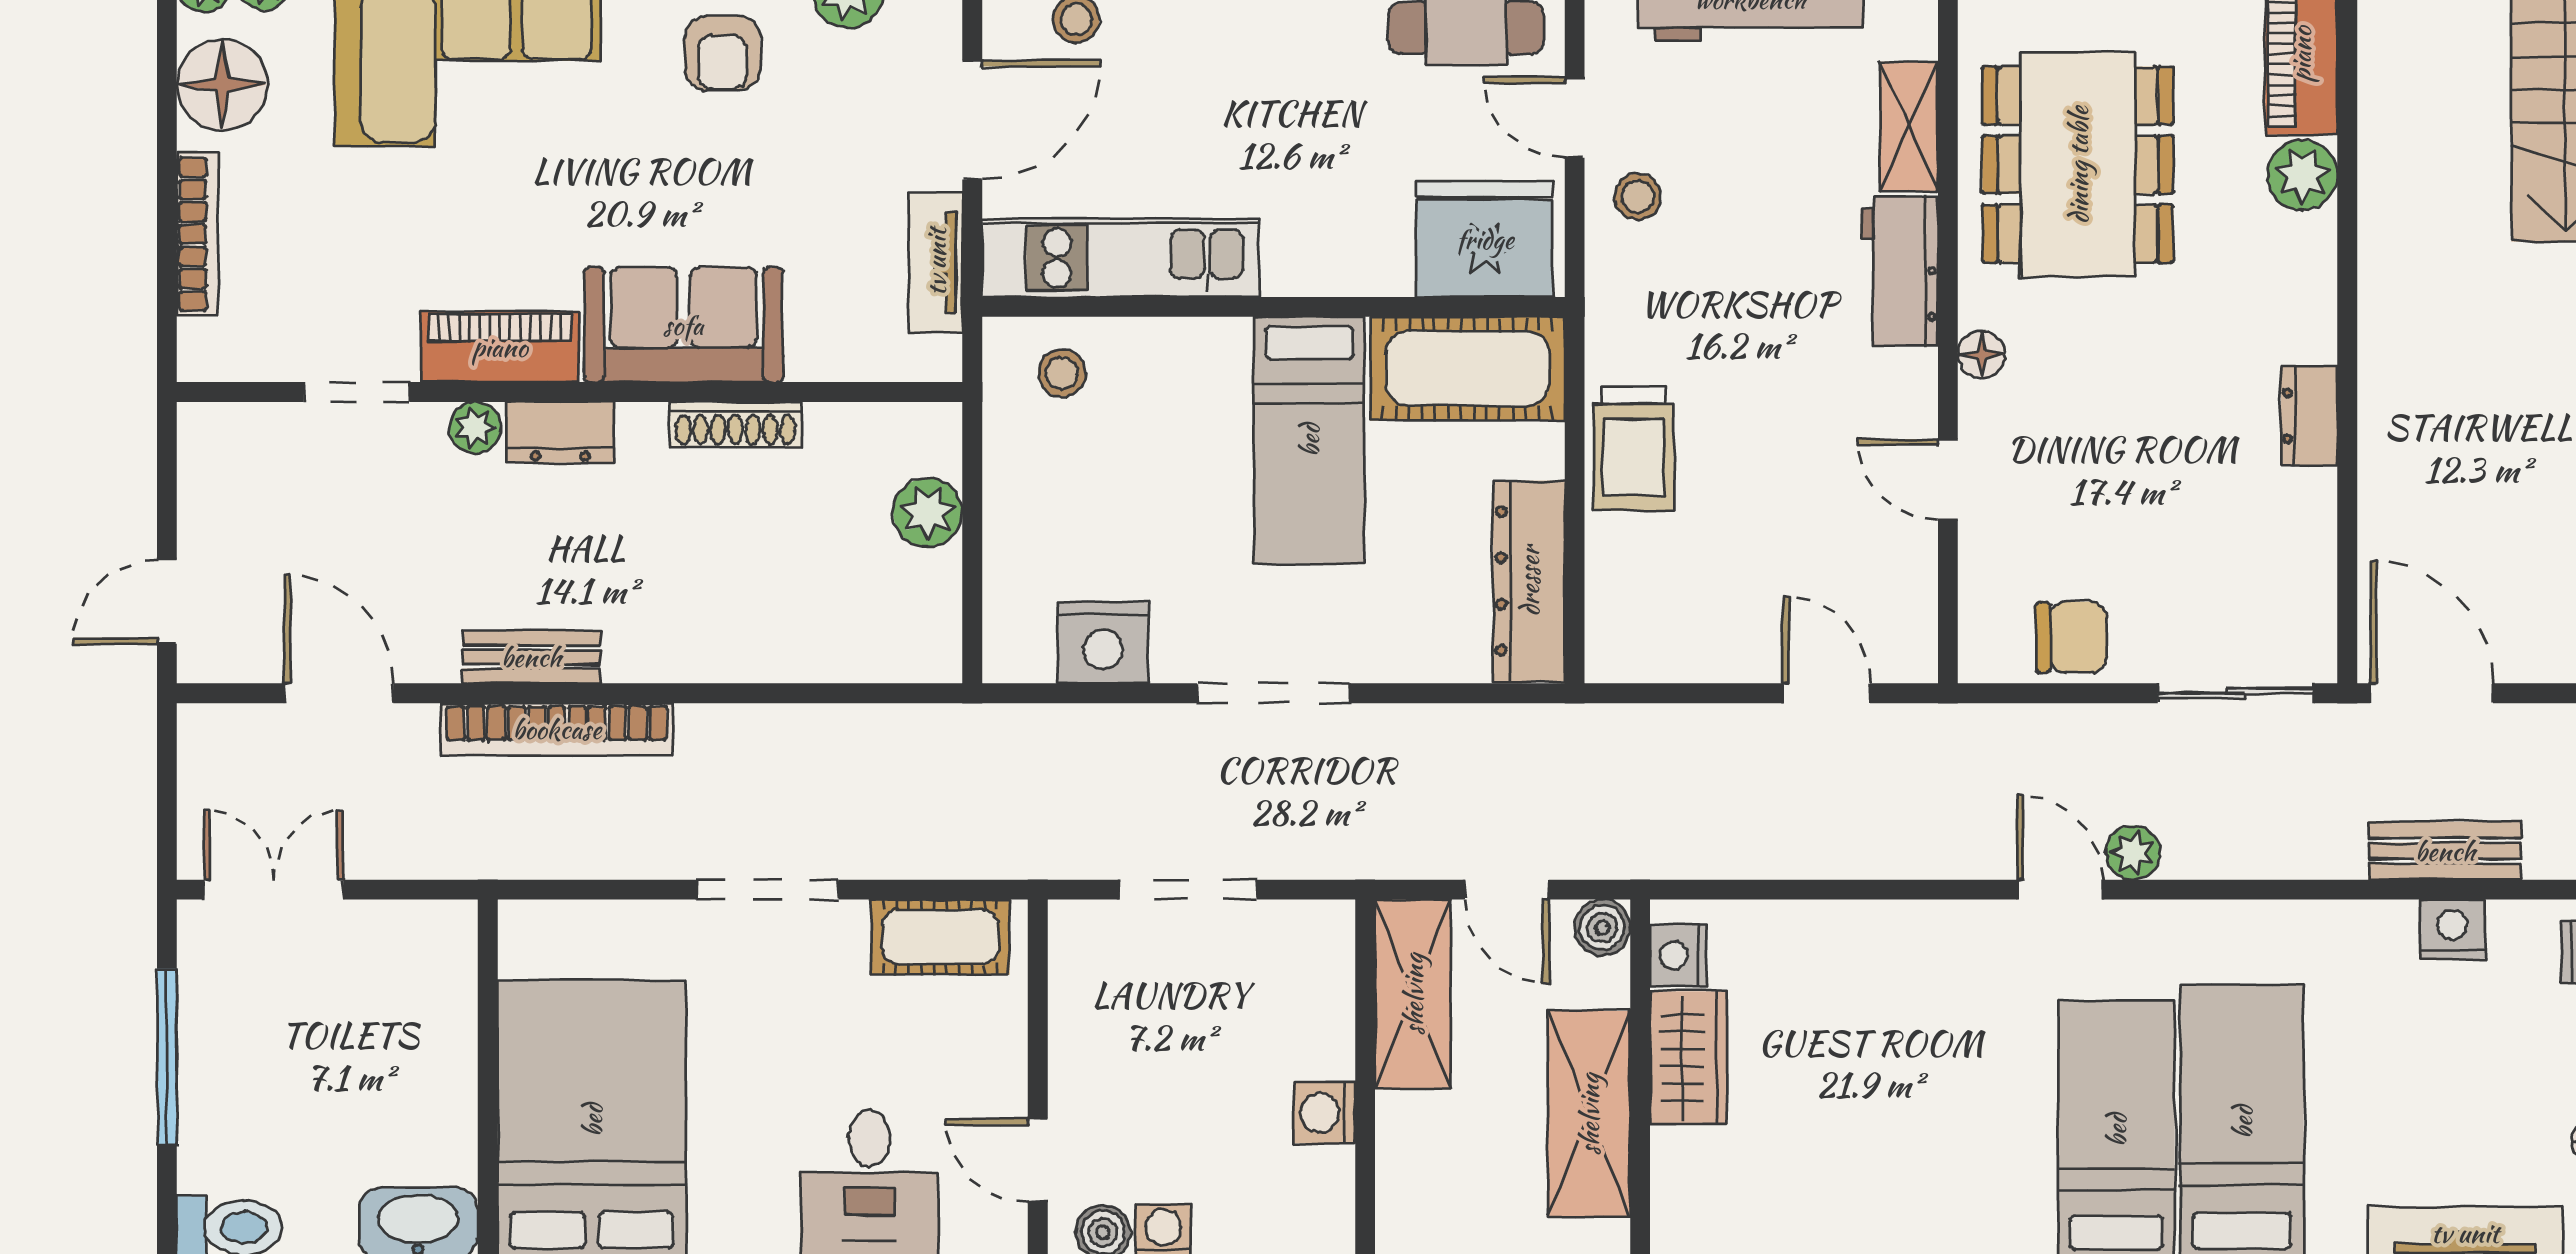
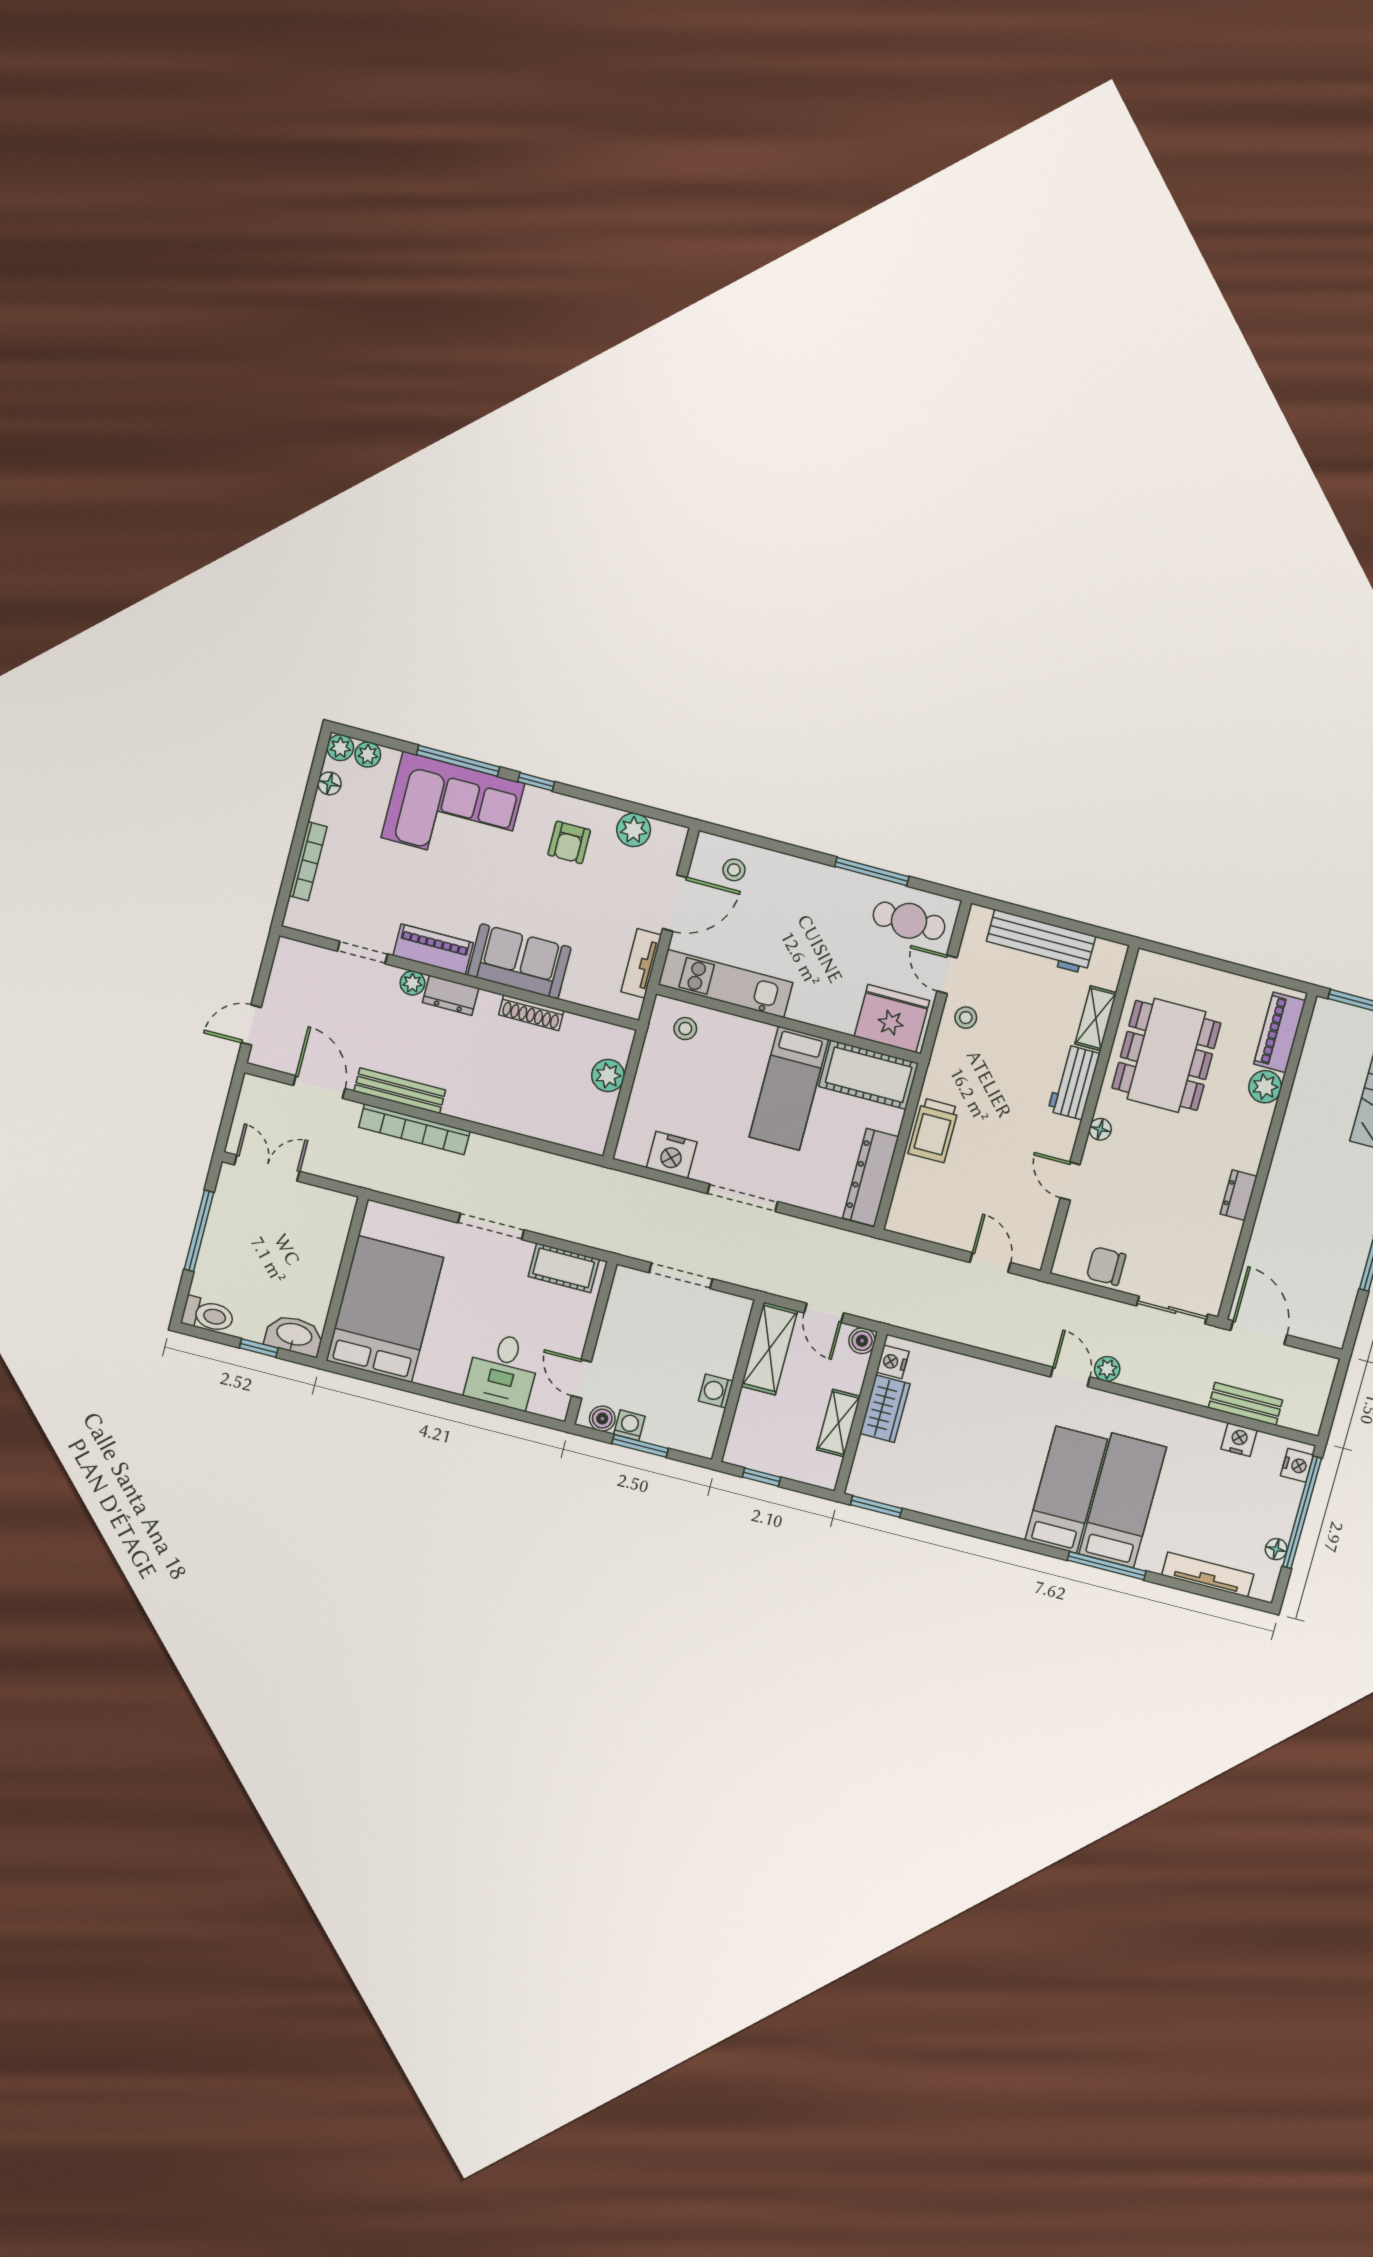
floor lamp: (222, 85) -> (329, 783), width x0.53, depth x0.53
chair: (2072, 637) -> (1106, 1266), turned 180
bench: (531, 657) -> (400, 1091), width x1.36
shelving: (1589, 1114) -> (839, 1423), width x0.67, depth x0.75

